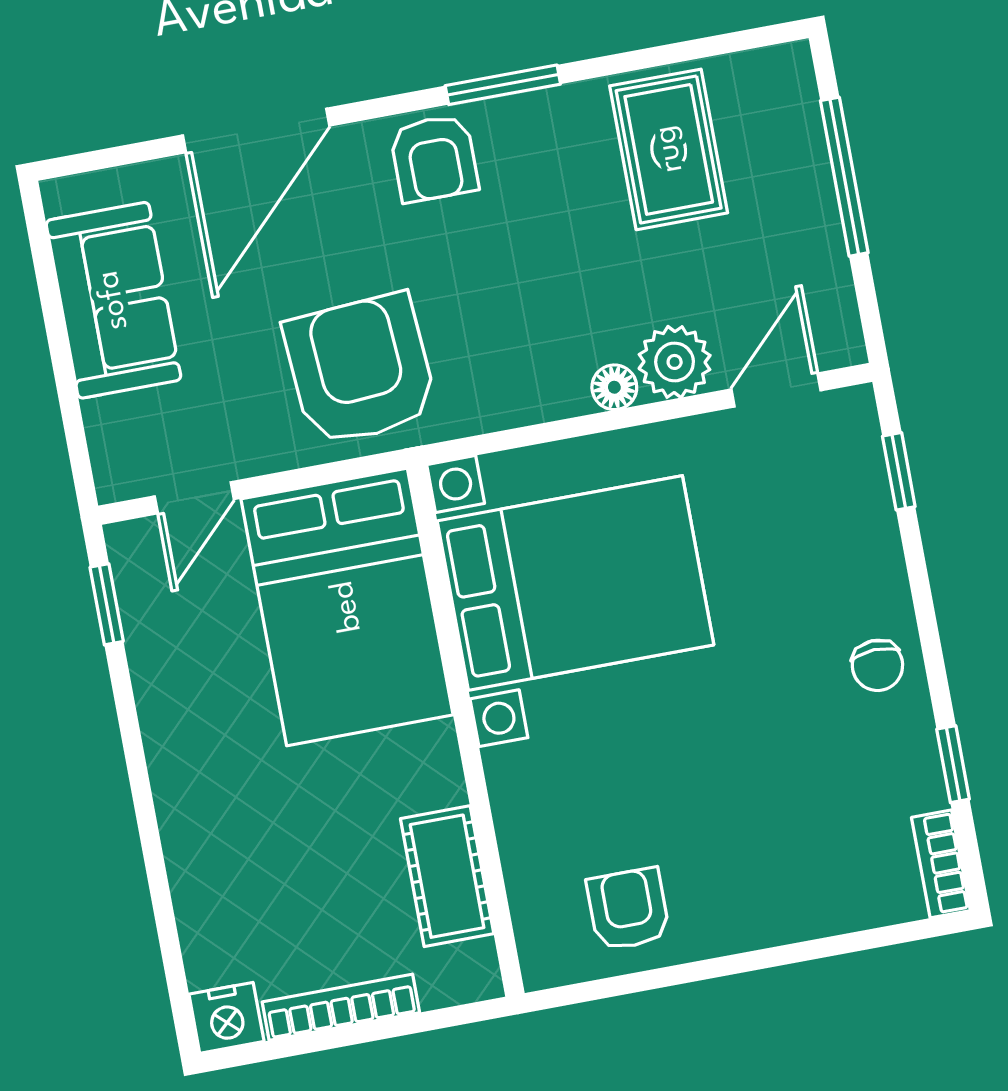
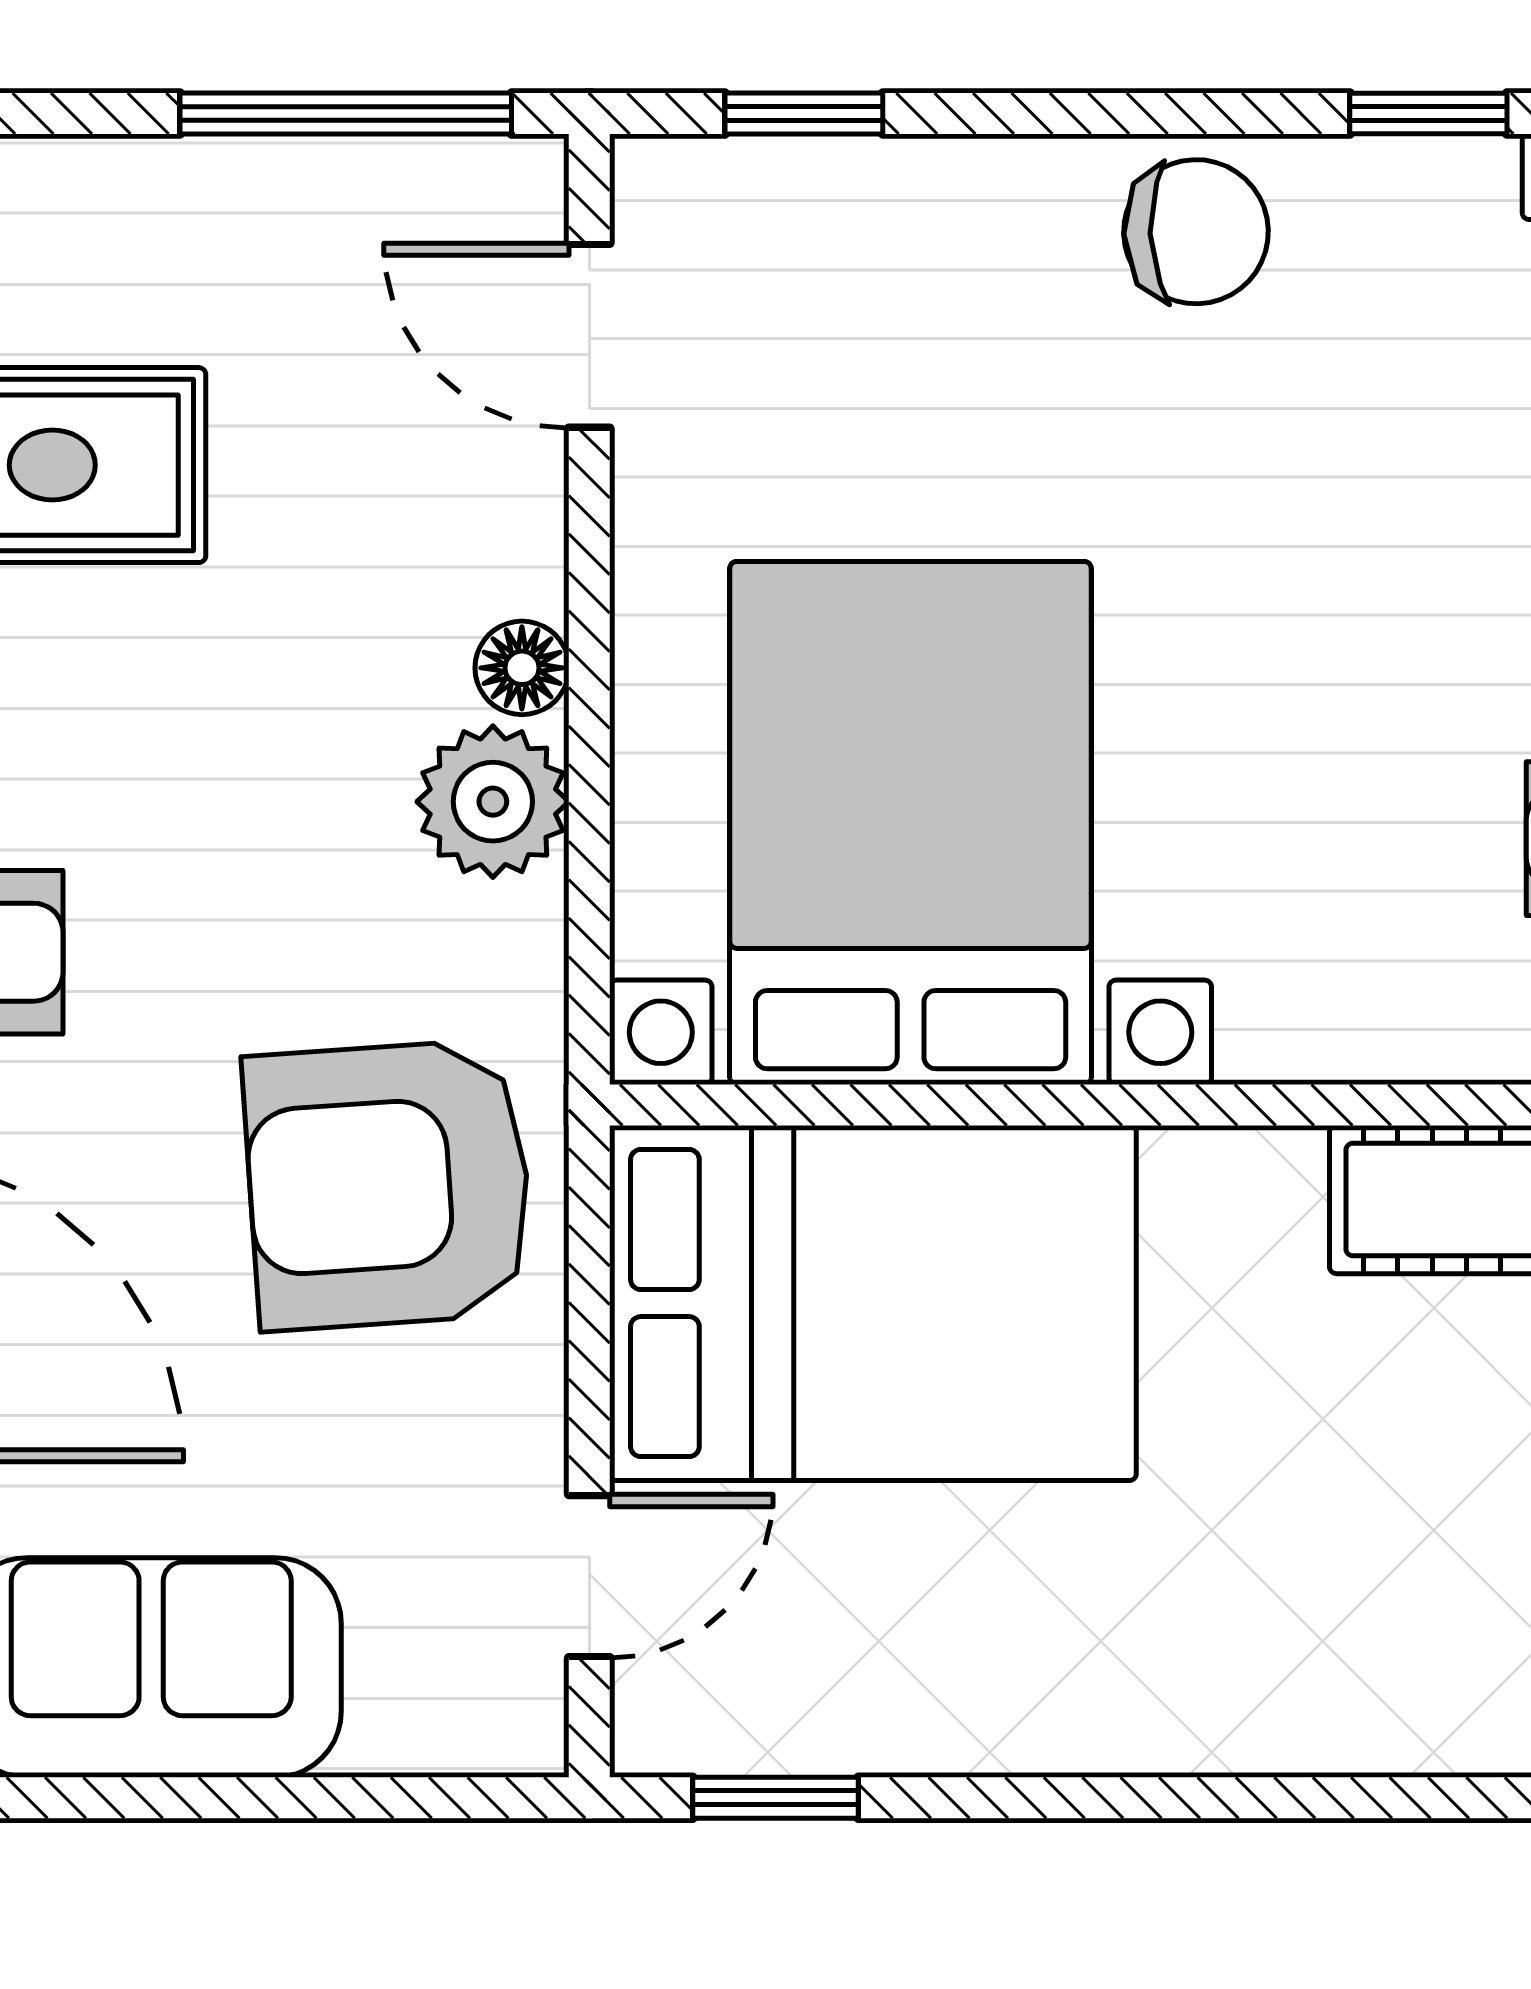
window: (844, 177) -> (346, 113), moved
plant: (675, 362) -> (493, 802), moved
door: (194, 498) -> (589, 1576), hinge flipped
chair: (877, 665) -> (1196, 232), width x1.37, depth x1.37

